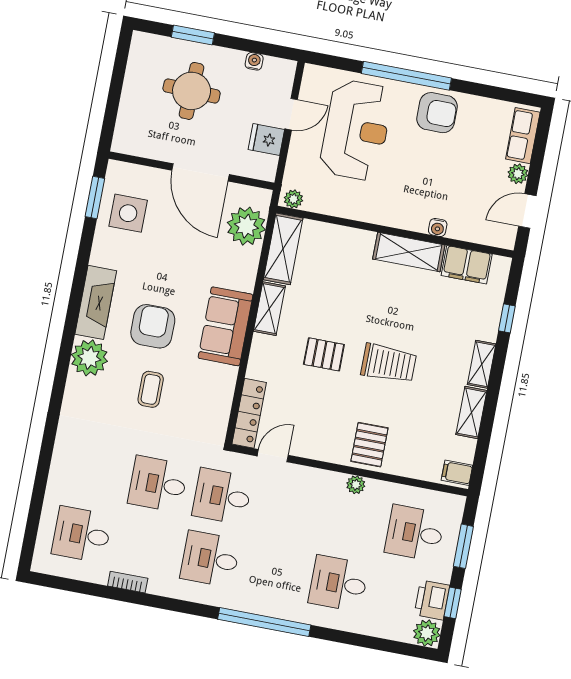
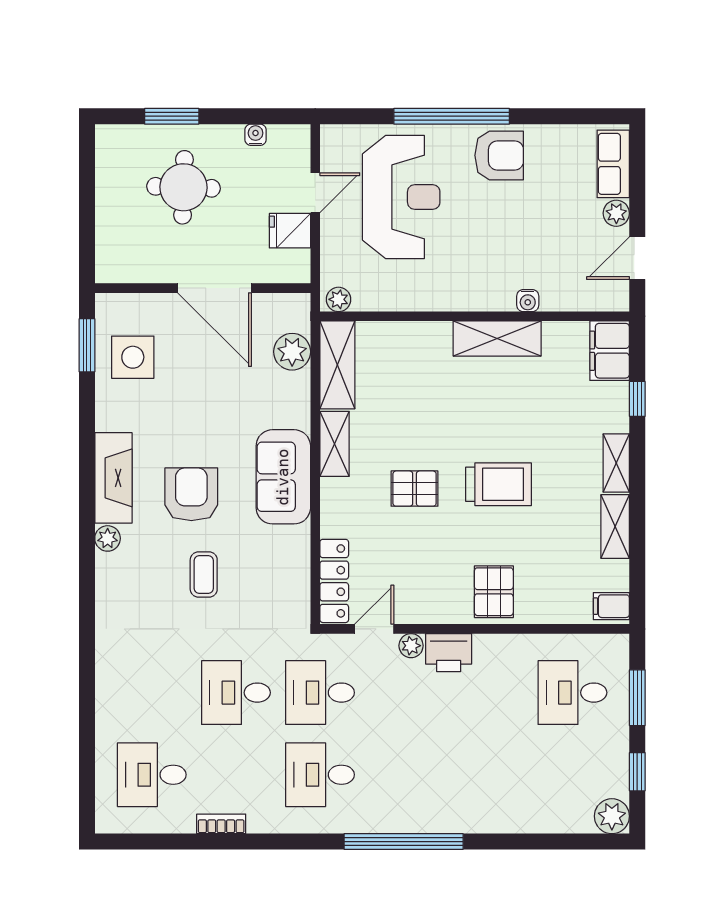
plant: (246, 226) -> (292, 352), width x0.73, depth x0.73
filing cabinet: (467, 265) -> (610, 351), moved, turned 90
plant: (89, 358) -> (108, 538), width x0.53, depth x0.53
plant: (356, 485) -> (411, 646), moved
desk: (339, 583) -> (488, 775), removed
printer: (432, 600) -> (449, 653), moved, turned -90

